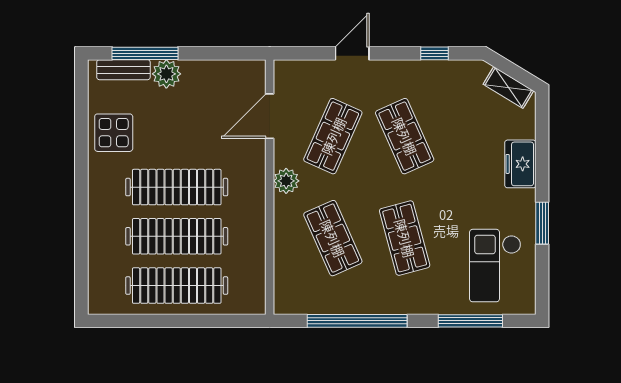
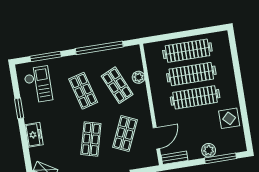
bench: (123, 70) -> (174, 158), moved
shop shelf: (405, 136) -> (91, 139), turned 39
plant: (286, 181) -> (139, 77), moved

